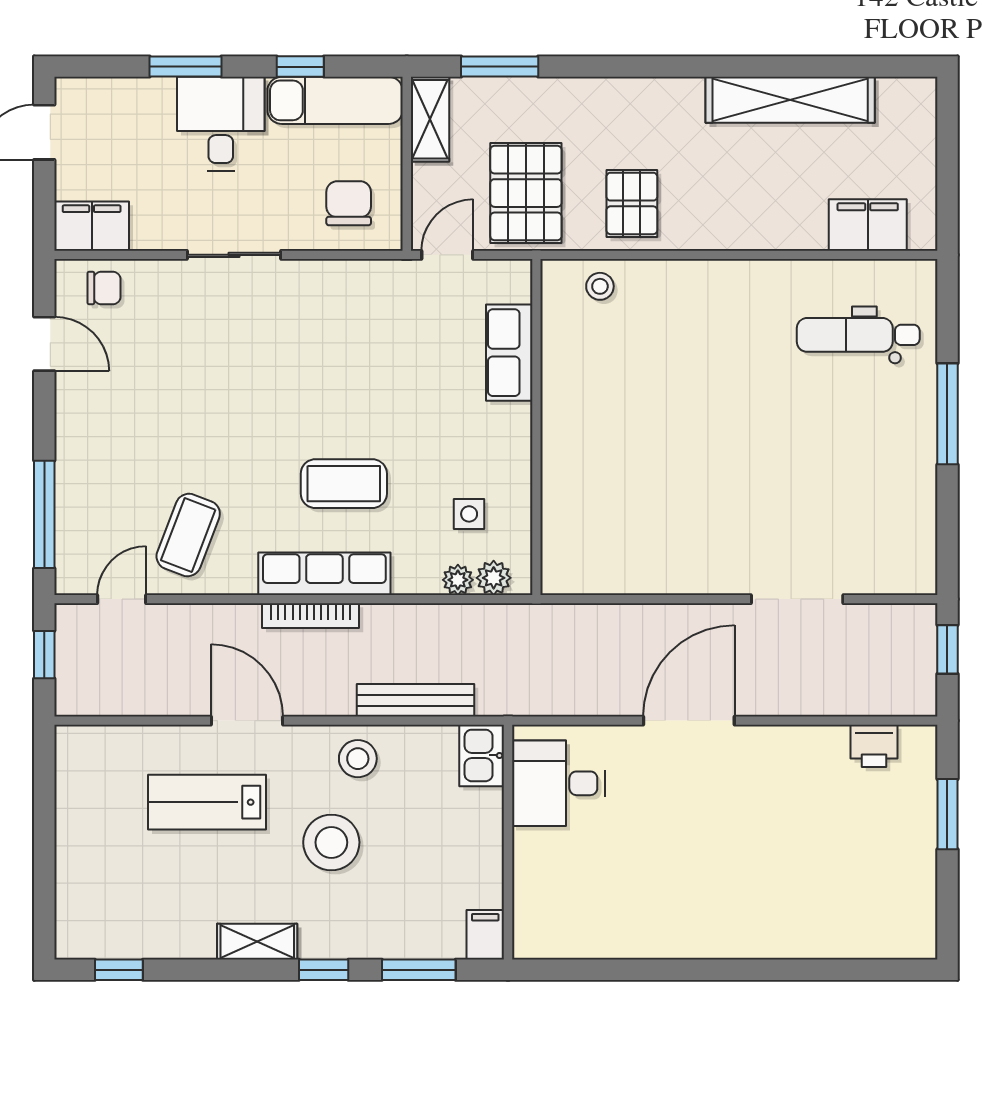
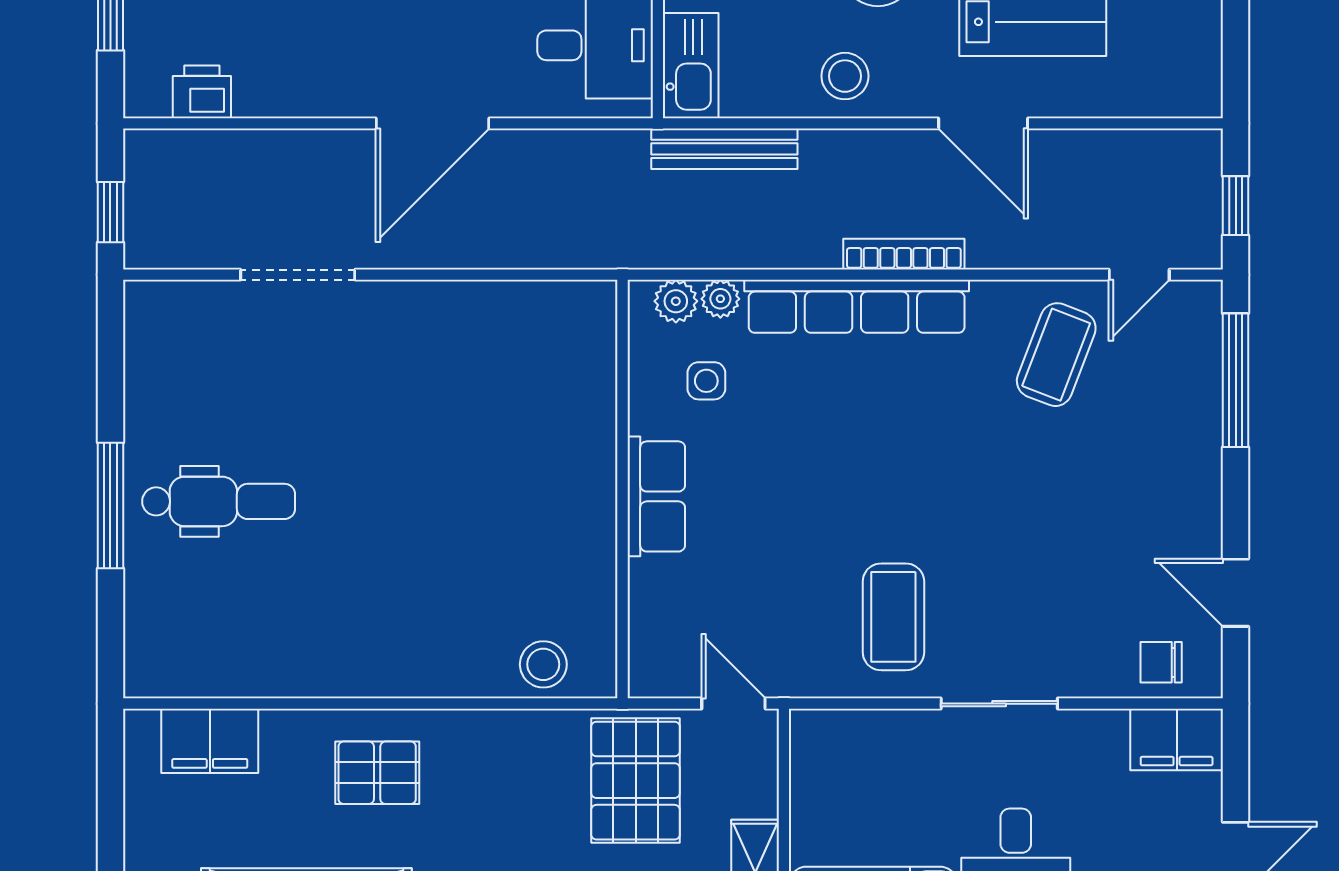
chair: (349, 203) -> (856, 768), removed
pallet: (632, 203) -> (377, 773), moved, turned 90
door: (447, 255) -> (734, 704), swing flipped
stool: (600, 286) -> (543, 664), width x1.37, depth x1.37
dental chair: (858, 335) -> (219, 501), moved
row of seats: (509, 353) -> (656, 496), moved
coffee table: (344, 484) -> (893, 617), moved, turned 90
row of seats: (324, 574) -> (857, 306), width x1.36
bench: (416, 700) -> (724, 149), moved
kitchen sink: (482, 755) -> (691, 66), width x1.38

